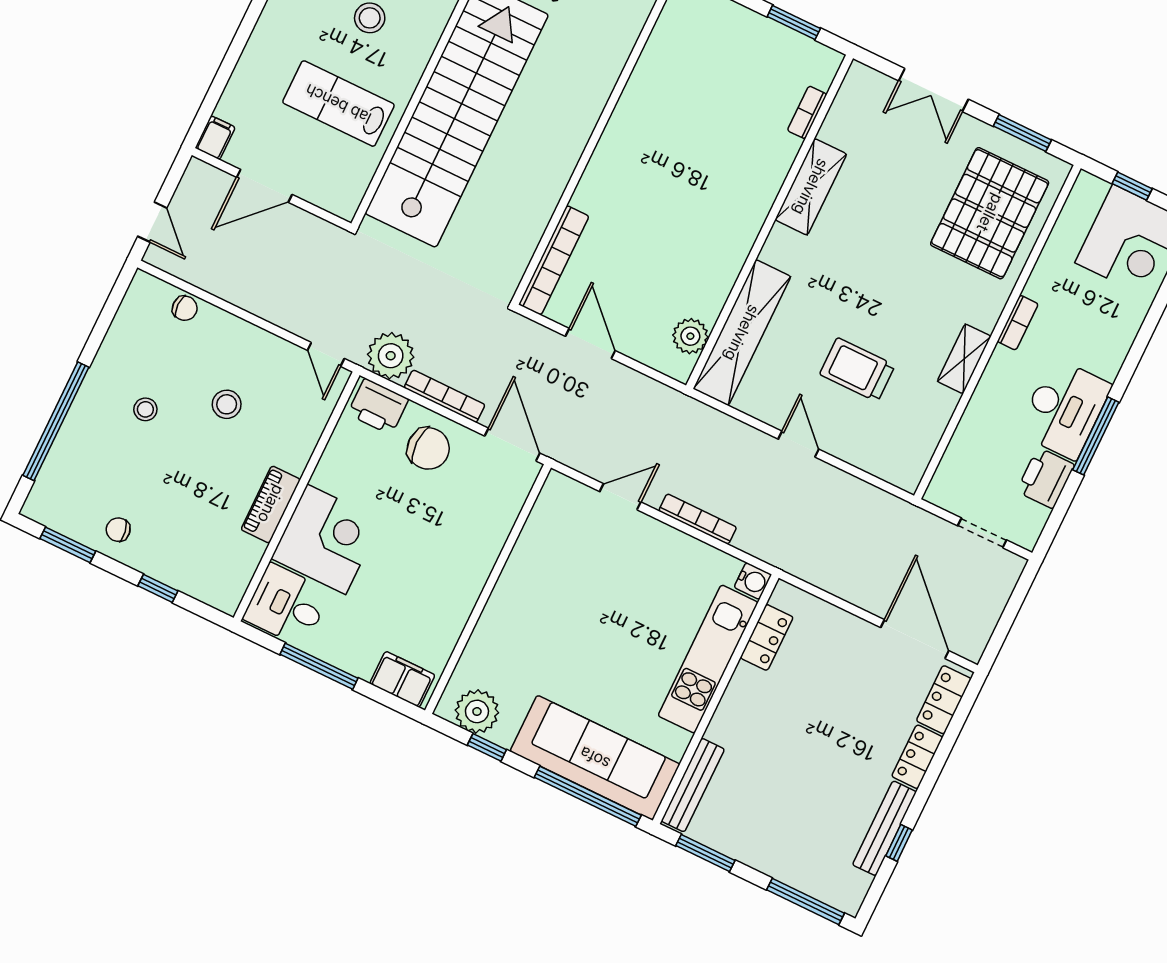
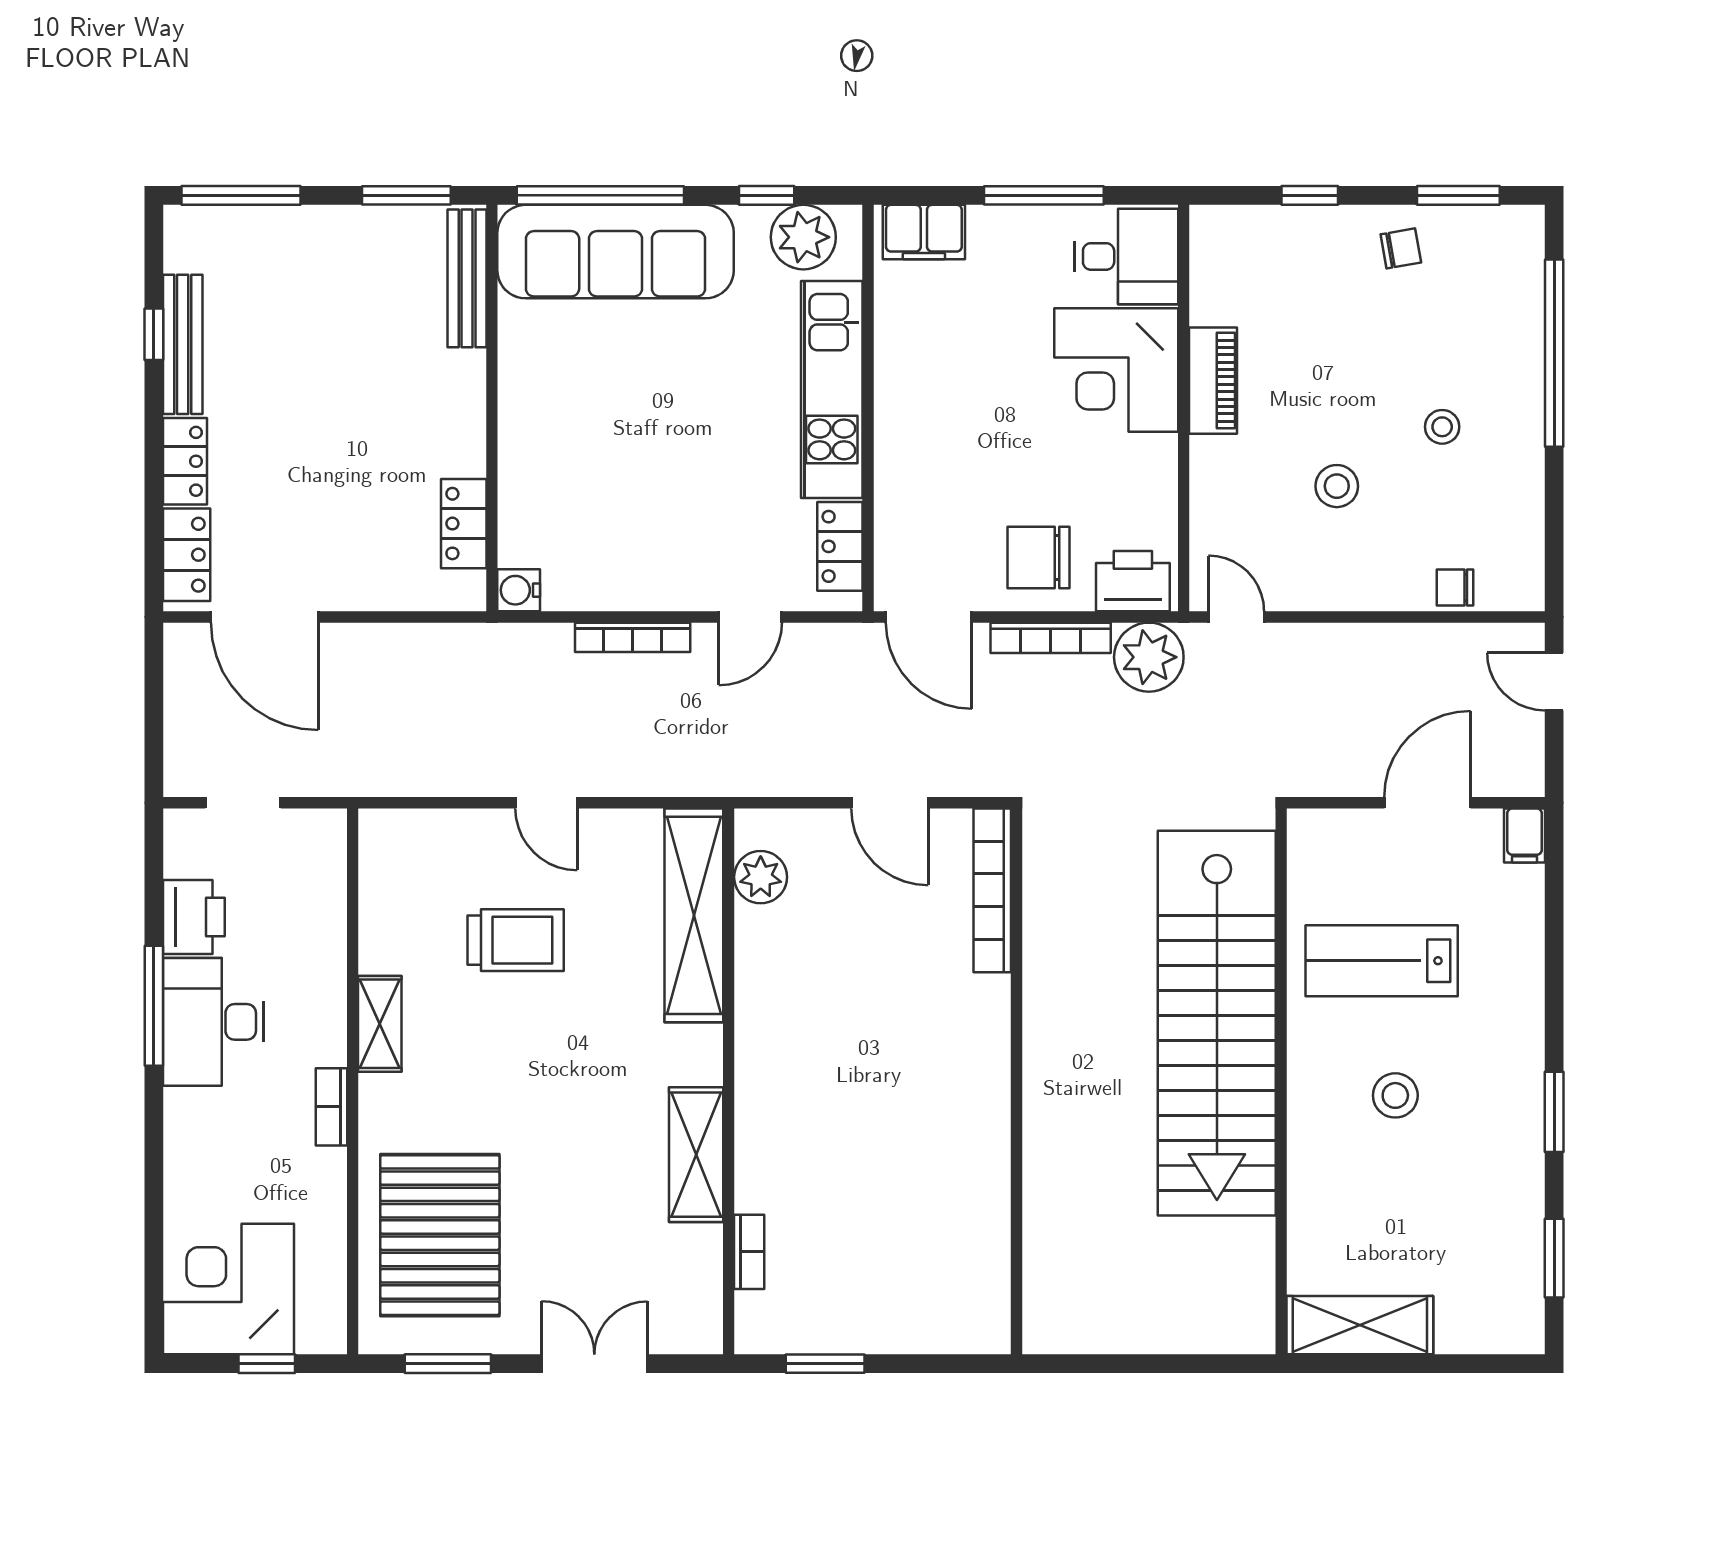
lab bench: (338, 104) -> (1382, 961), turned 180
locker: (545, 513) -> (840, 546), added
kitchen unit: (708, 659) -> (832, 389), moved, turned 180

